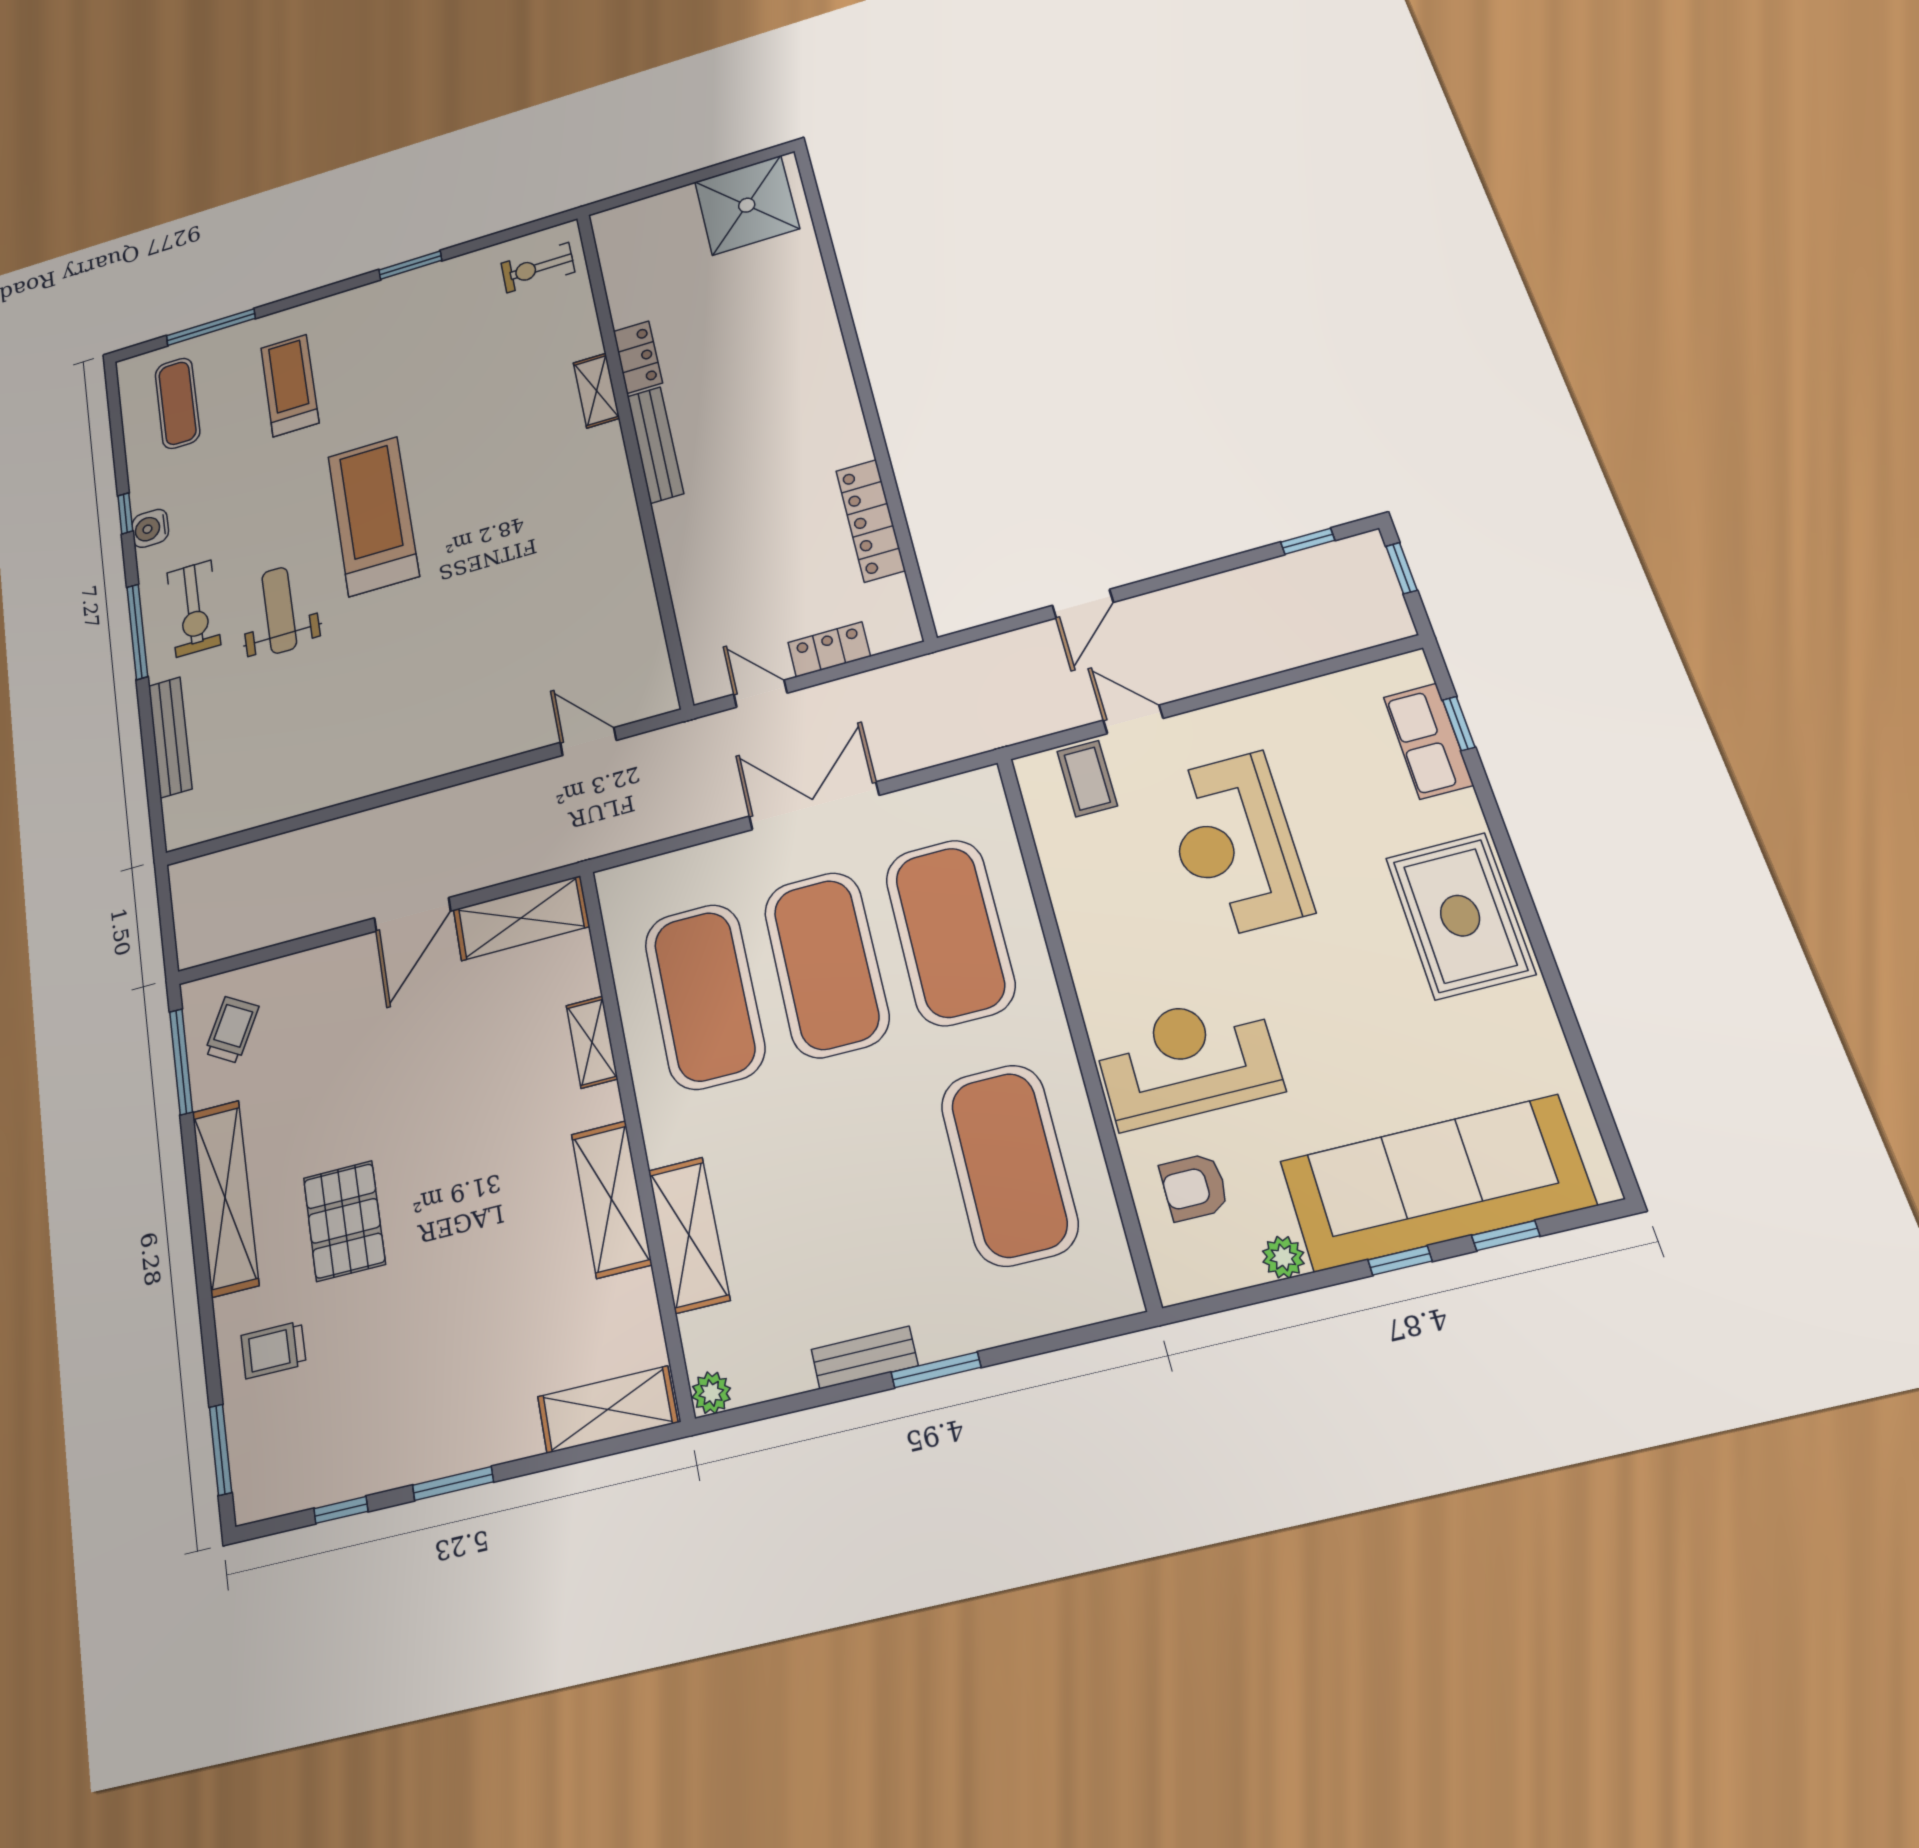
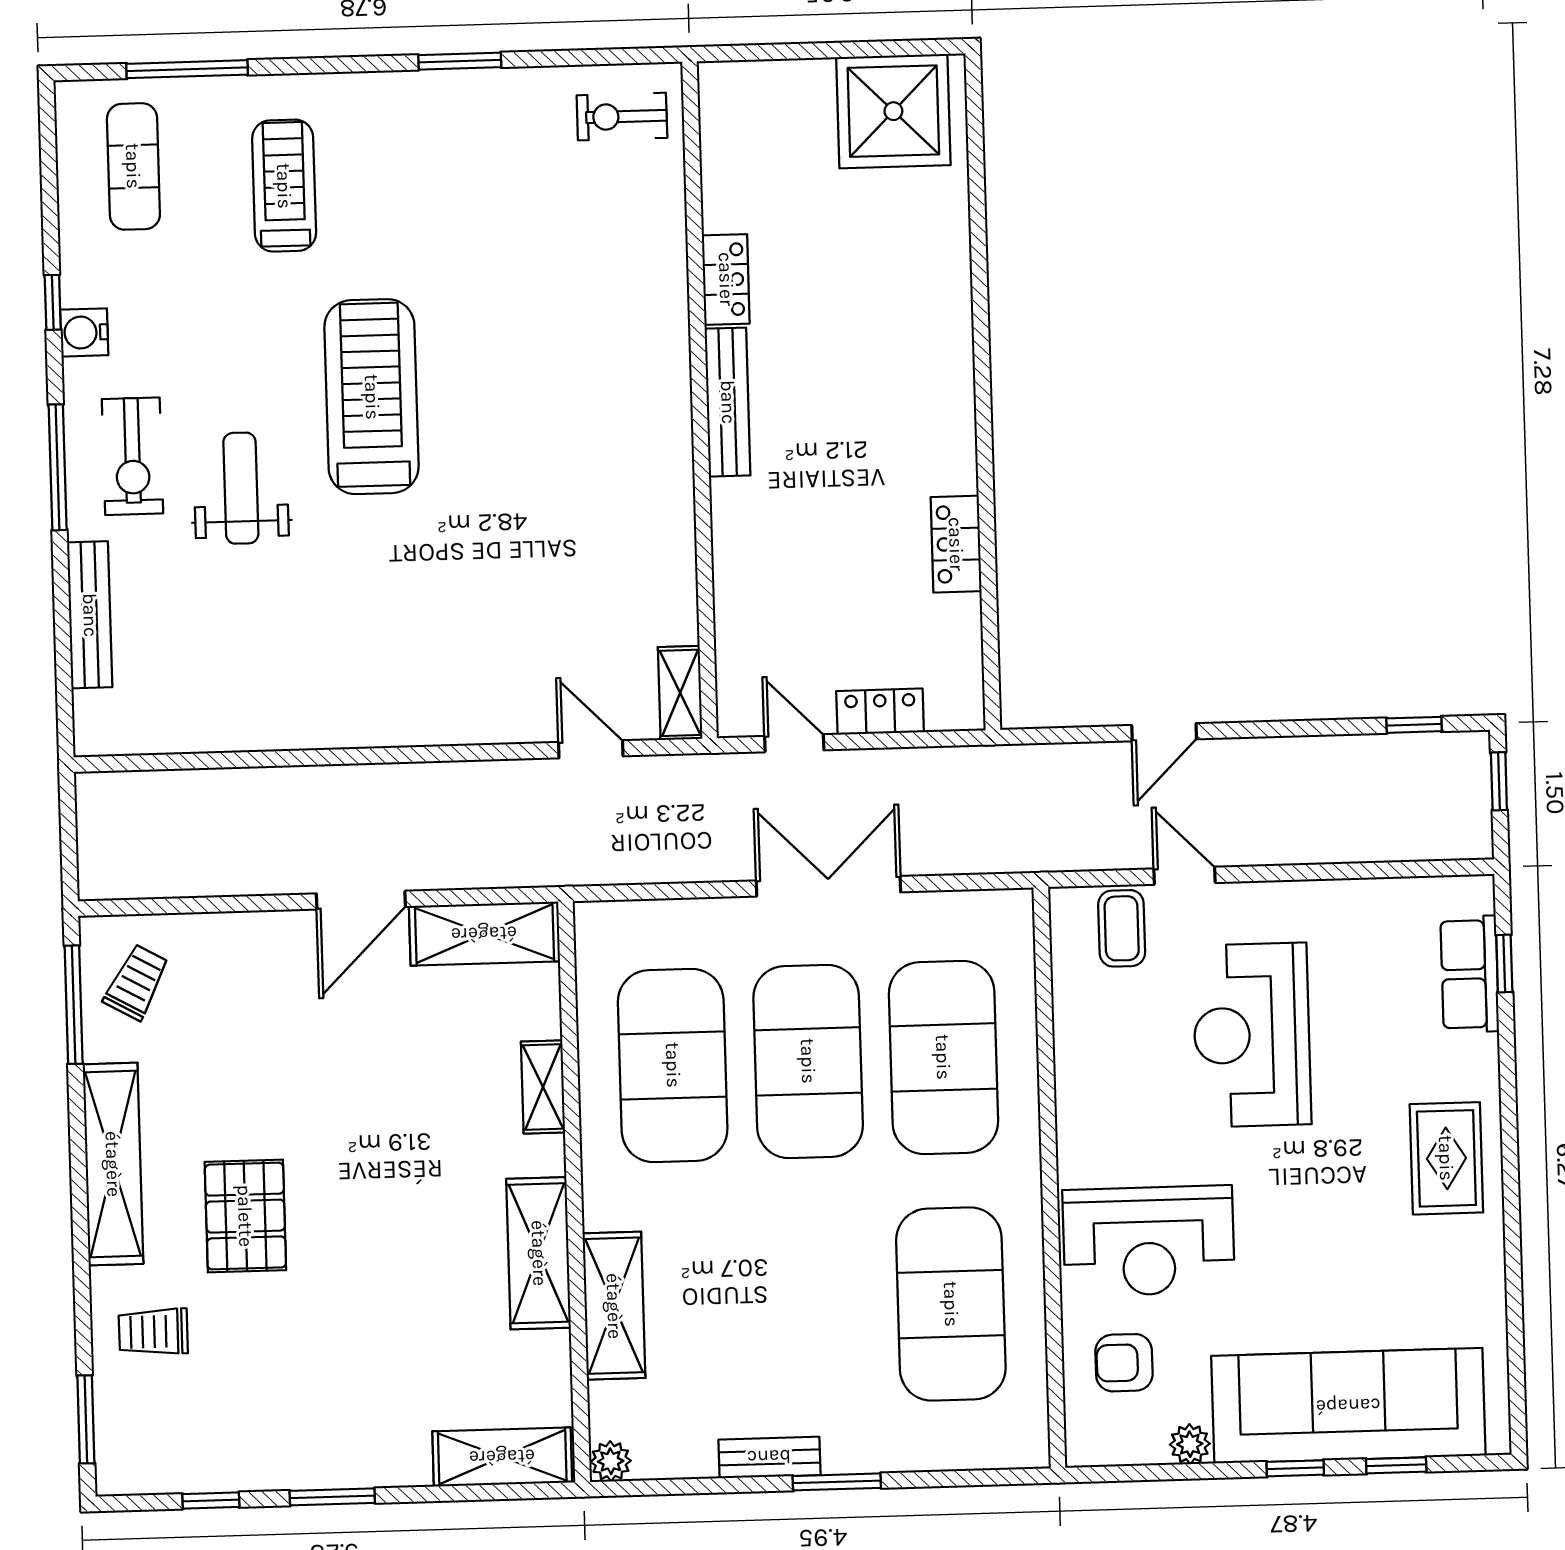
shelving: (596, 390) -> (680, 693), moved
locker: (870, 520) -> (956, 544), width x0.66
rug: (1460, 916) -> (1446, 1158), width x0.73, depth x0.70
reception desk: (1187, 1061) -> (1149, 1241), turned 180

